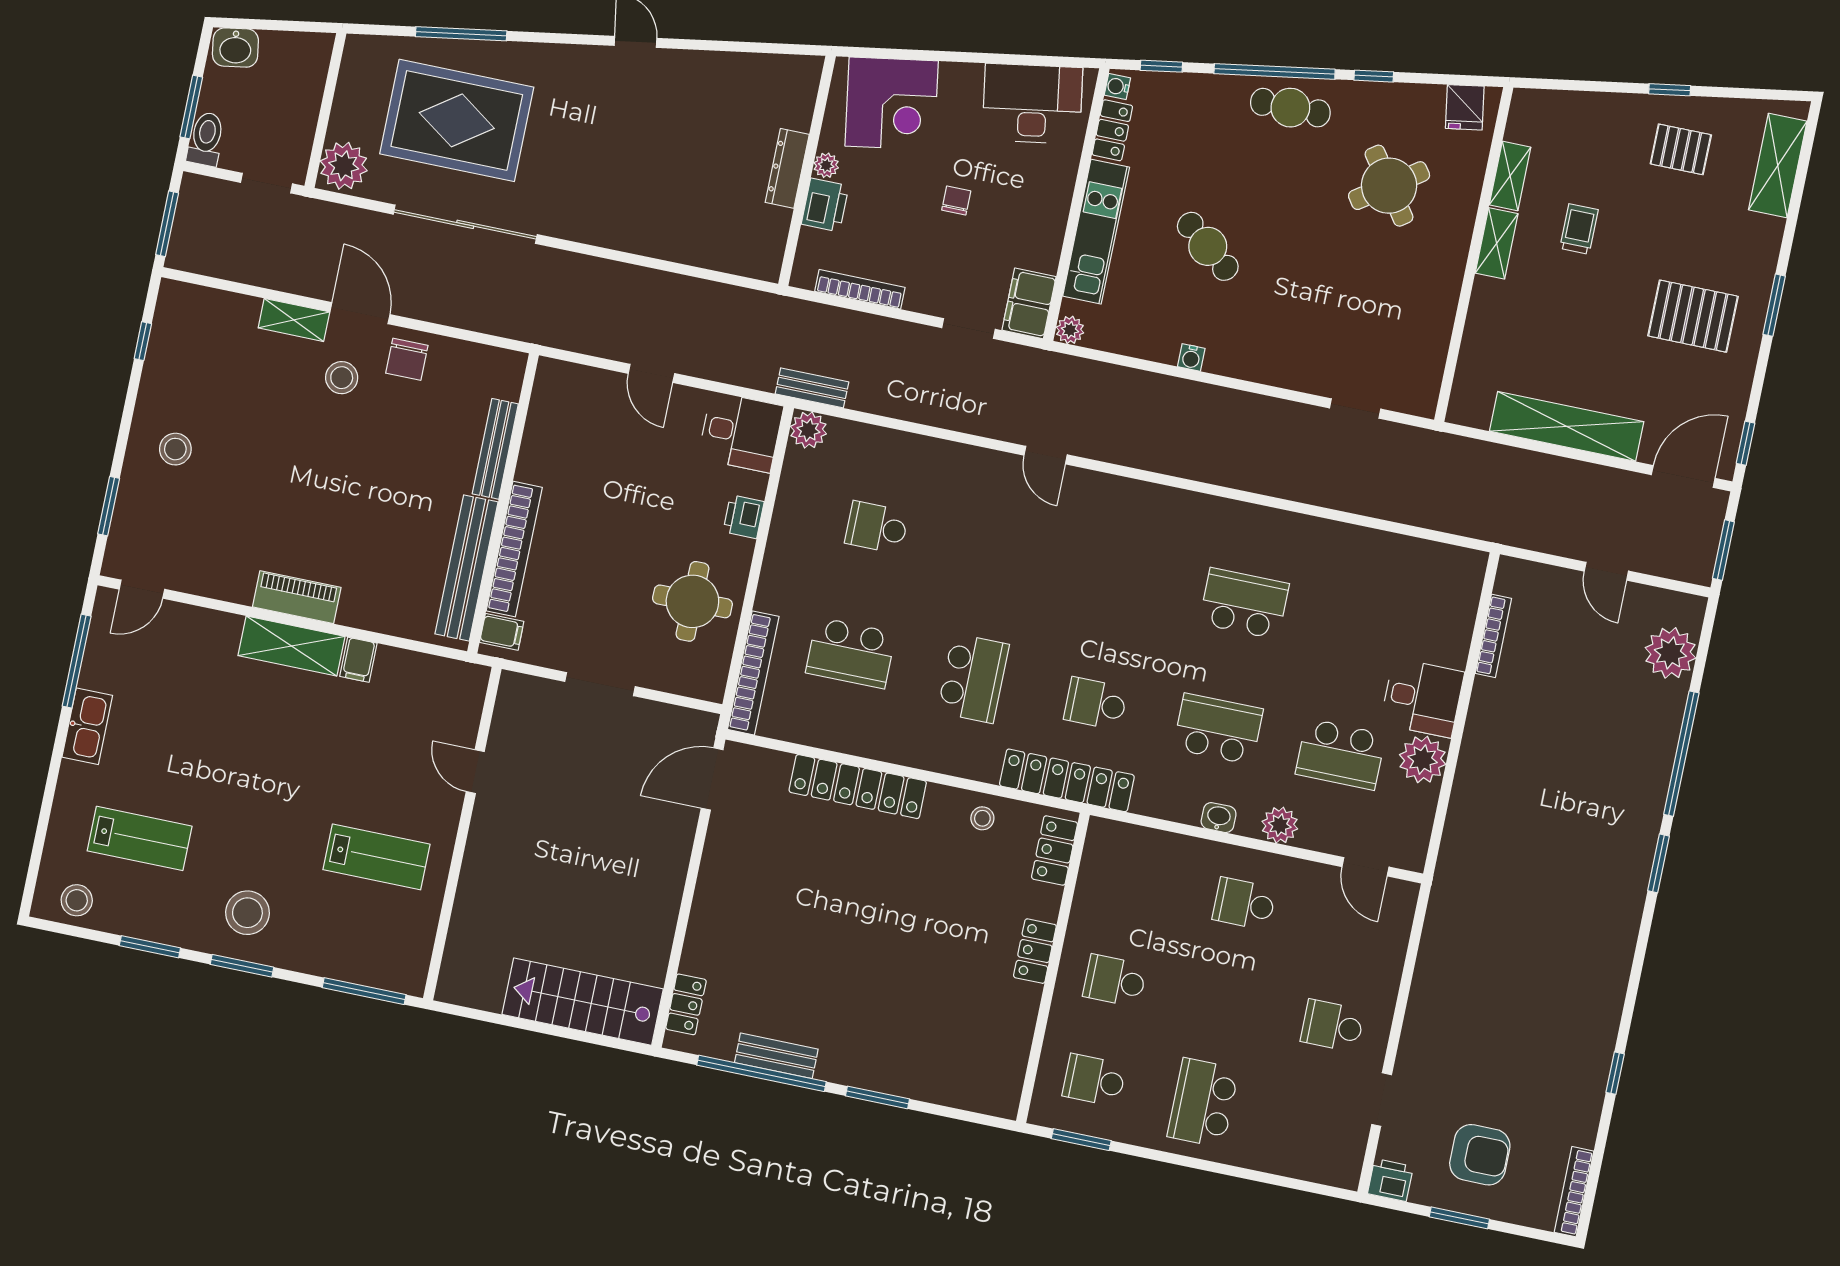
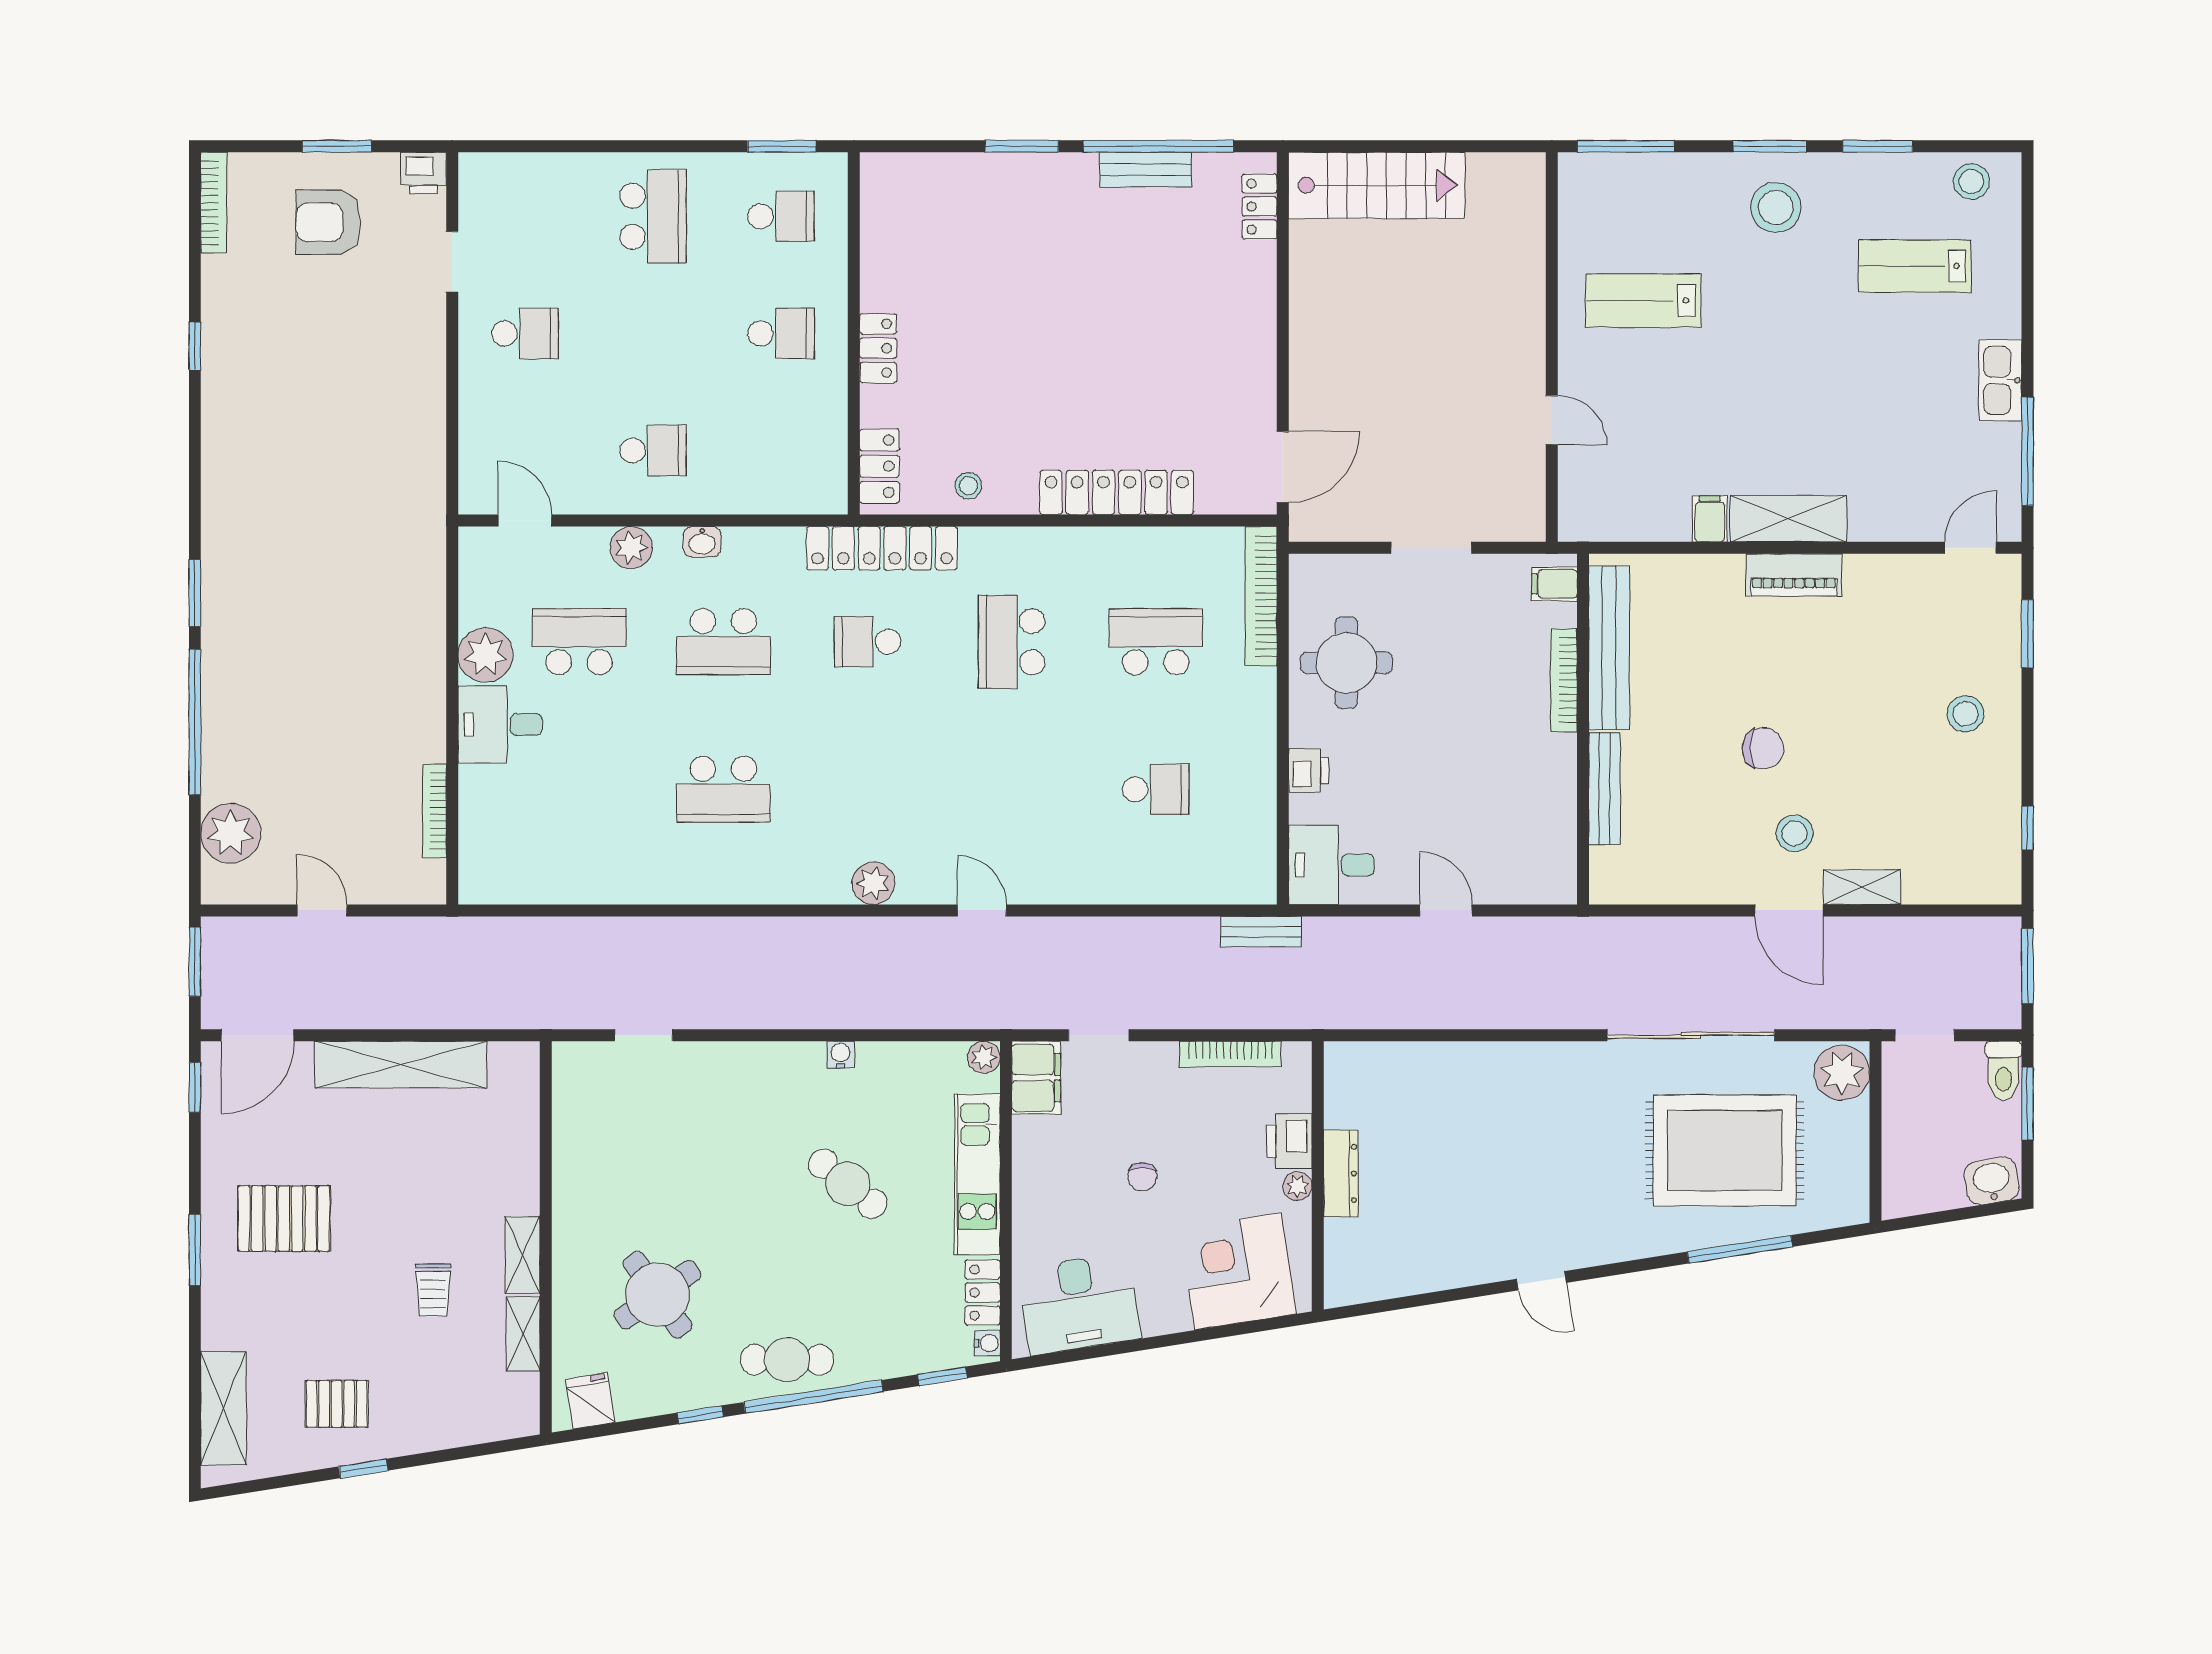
chair: (407, 359) -> (1763, 748), moved, turned 90
plant: (808, 430) -> (873, 883), moved
bookcase: (514, 549) -> (1564, 680), width x0.68, depth x0.76
school desk: (1096, 704) -> (867, 642), turned 180

